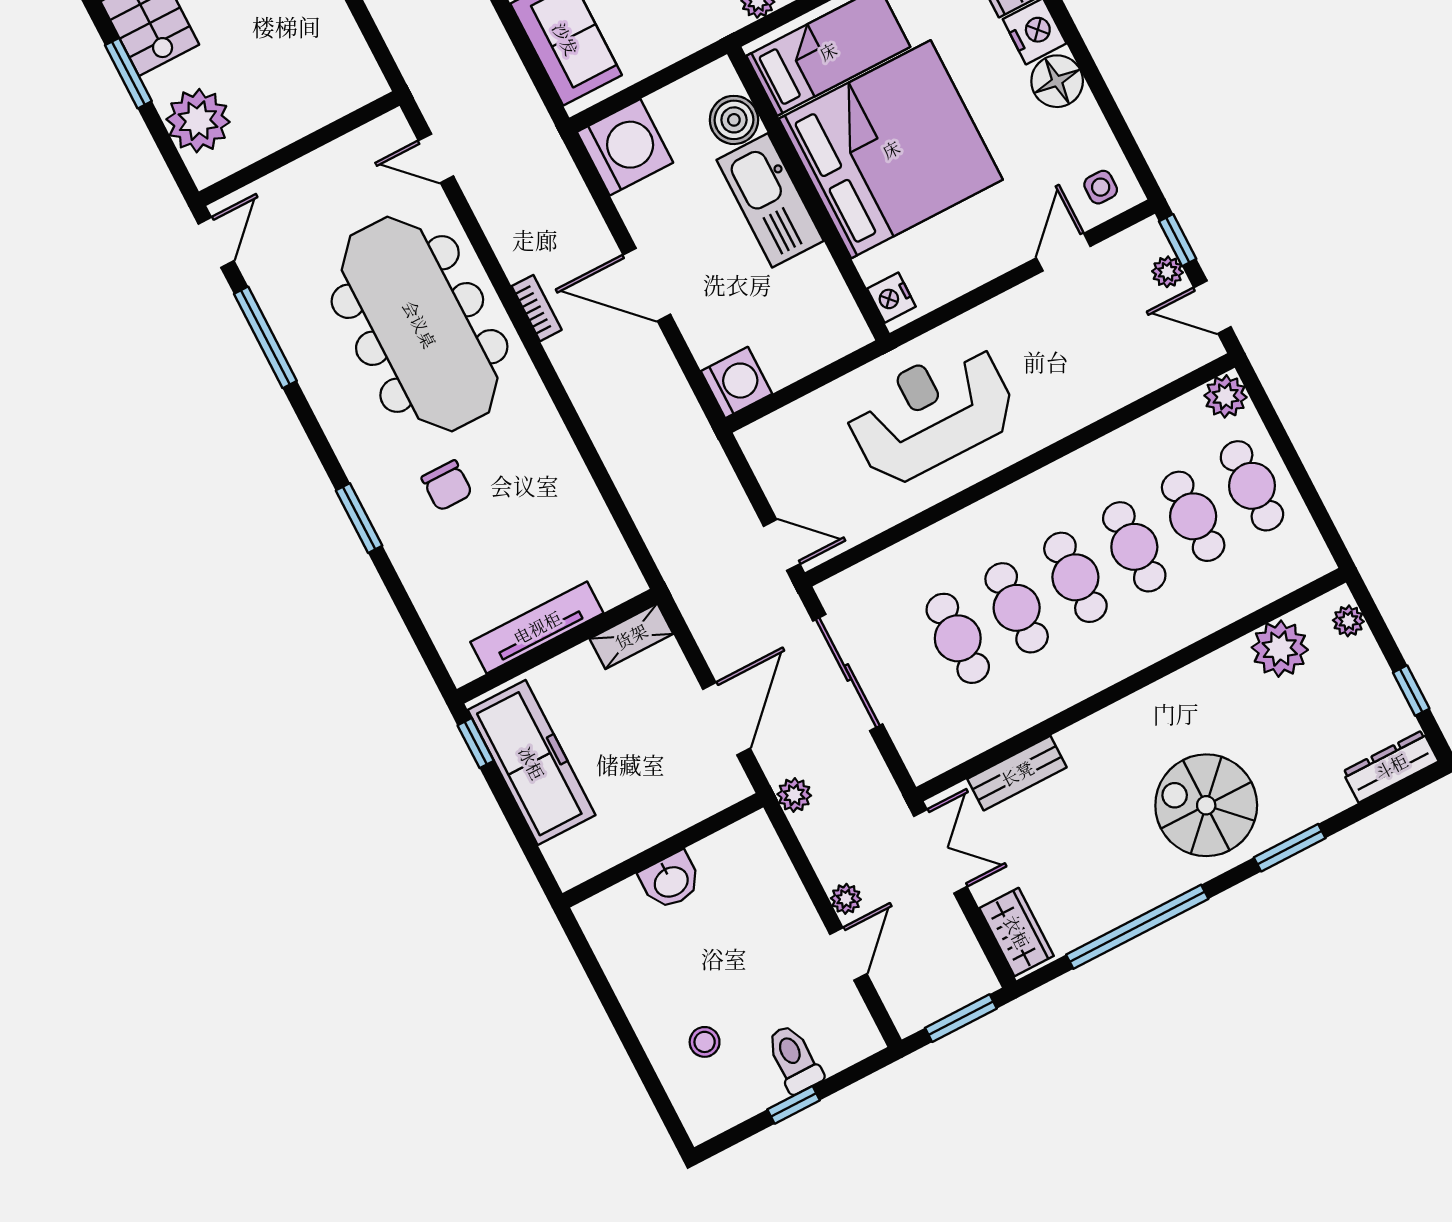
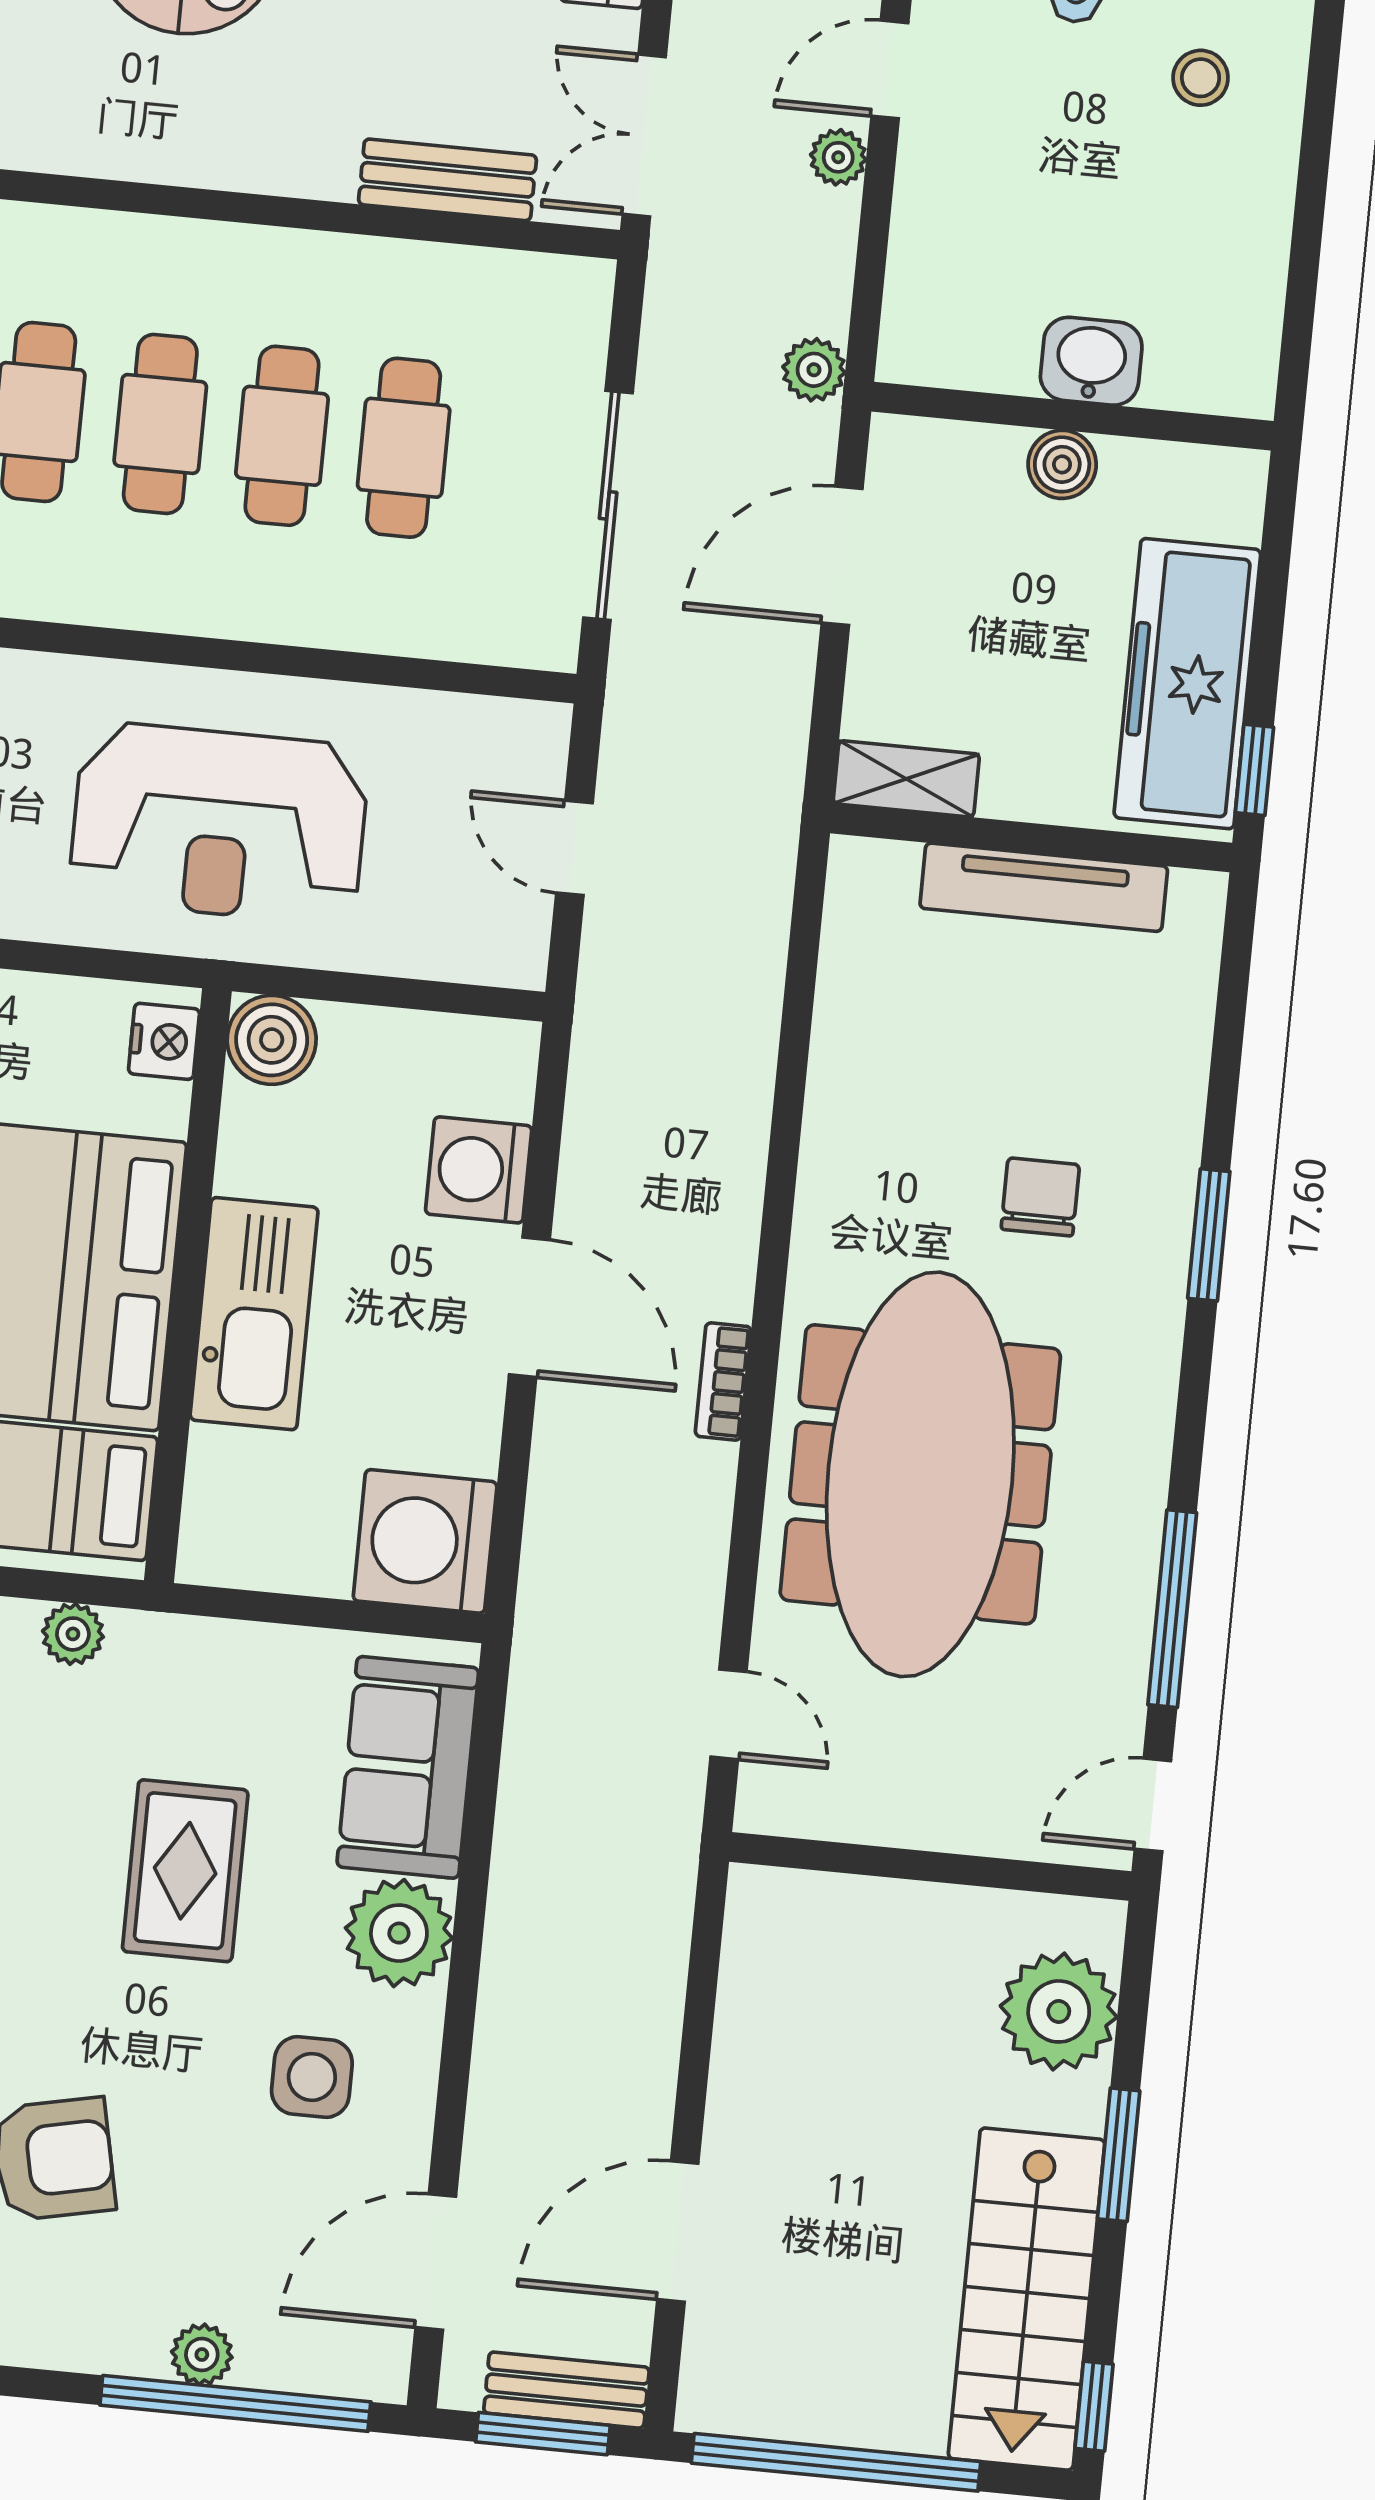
boiler: (734, 120) -> (272, 1040), moved
washing machine: (736, 382) -> (479, 1170), moved
door: (782, 545) -> (574, 848), moved
boiler: (653, 825) -> (1062, 464), added

